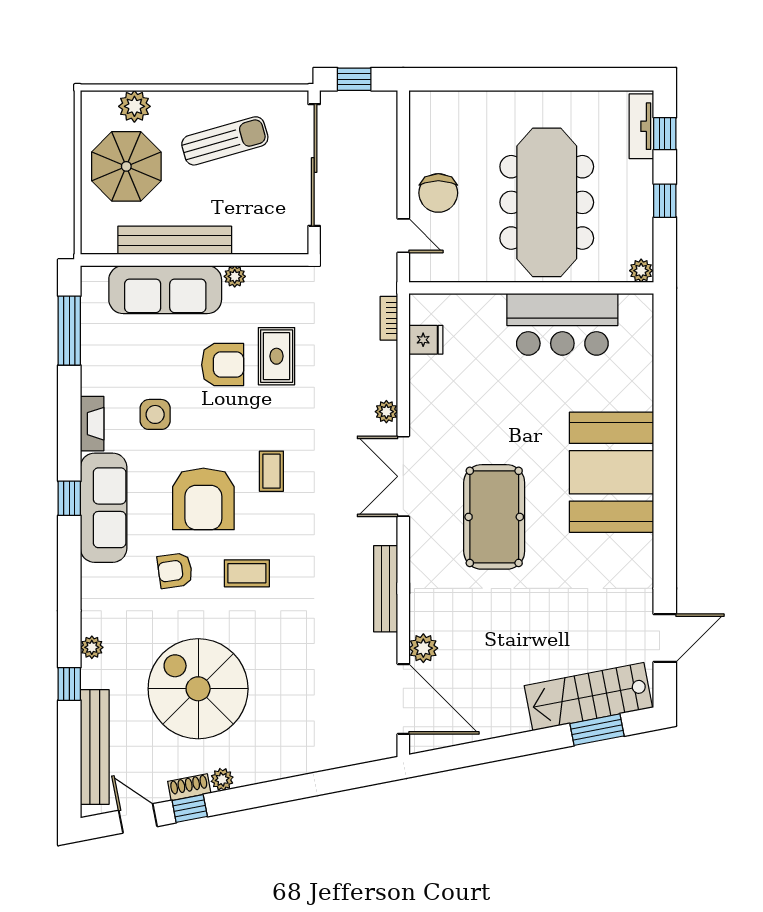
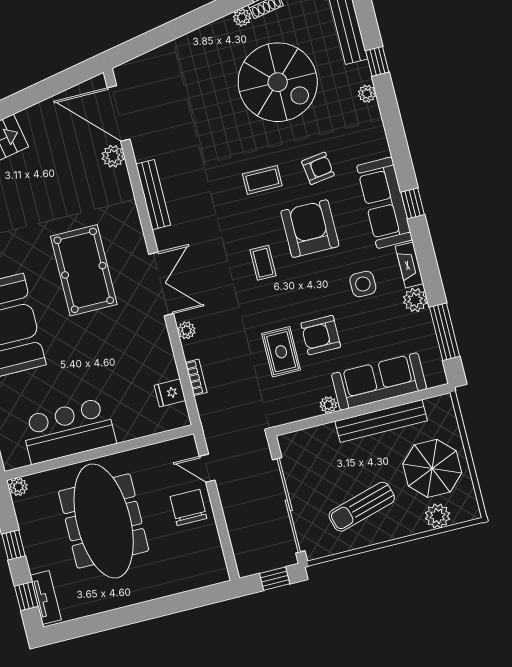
bookcase: (389, 318) -> (196, 377), moved
plant: (96, 379) -> (415, 300), added

